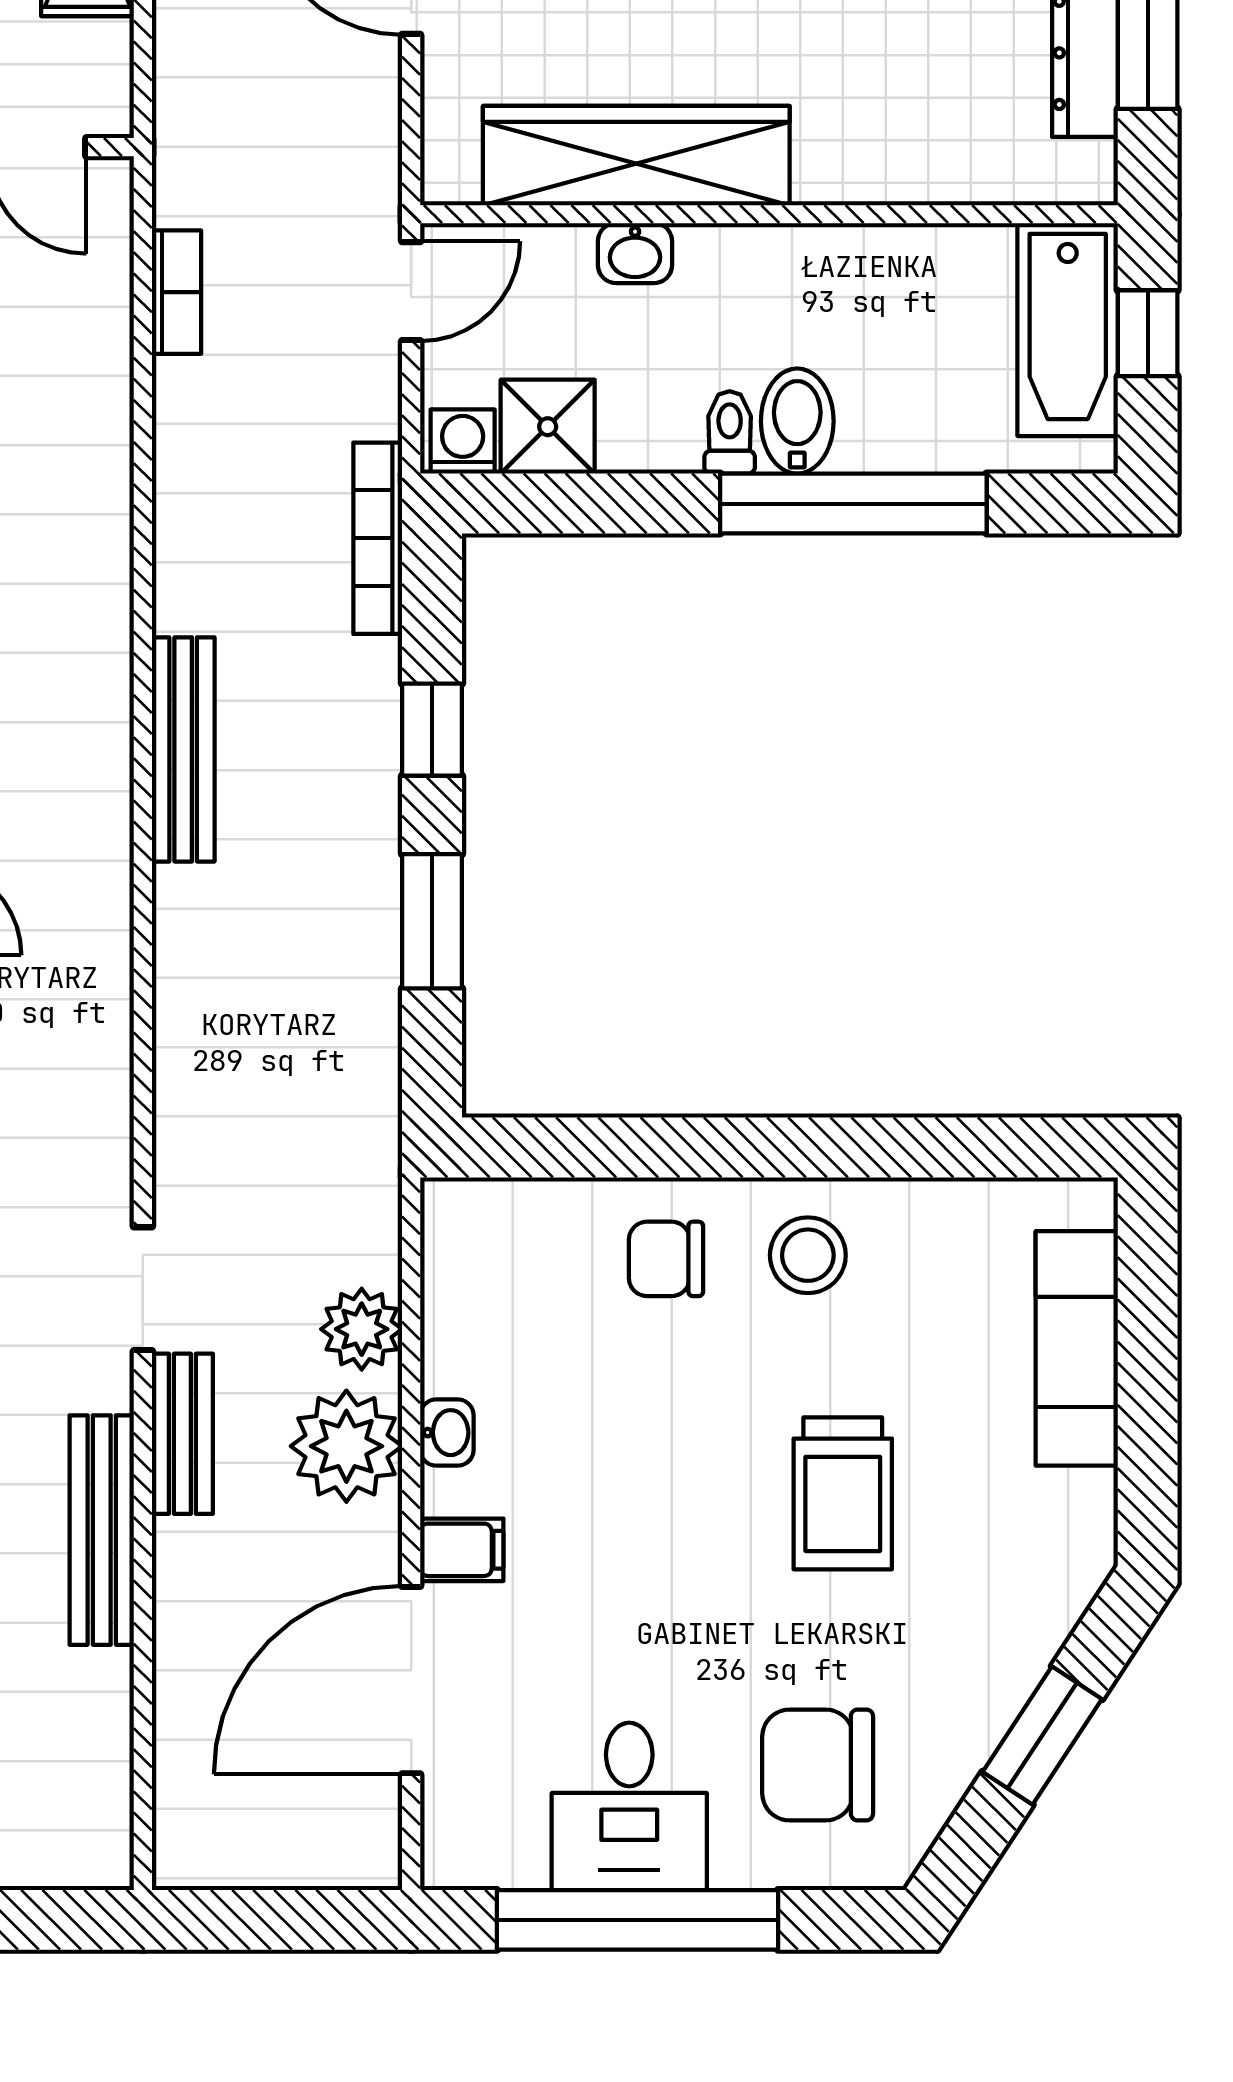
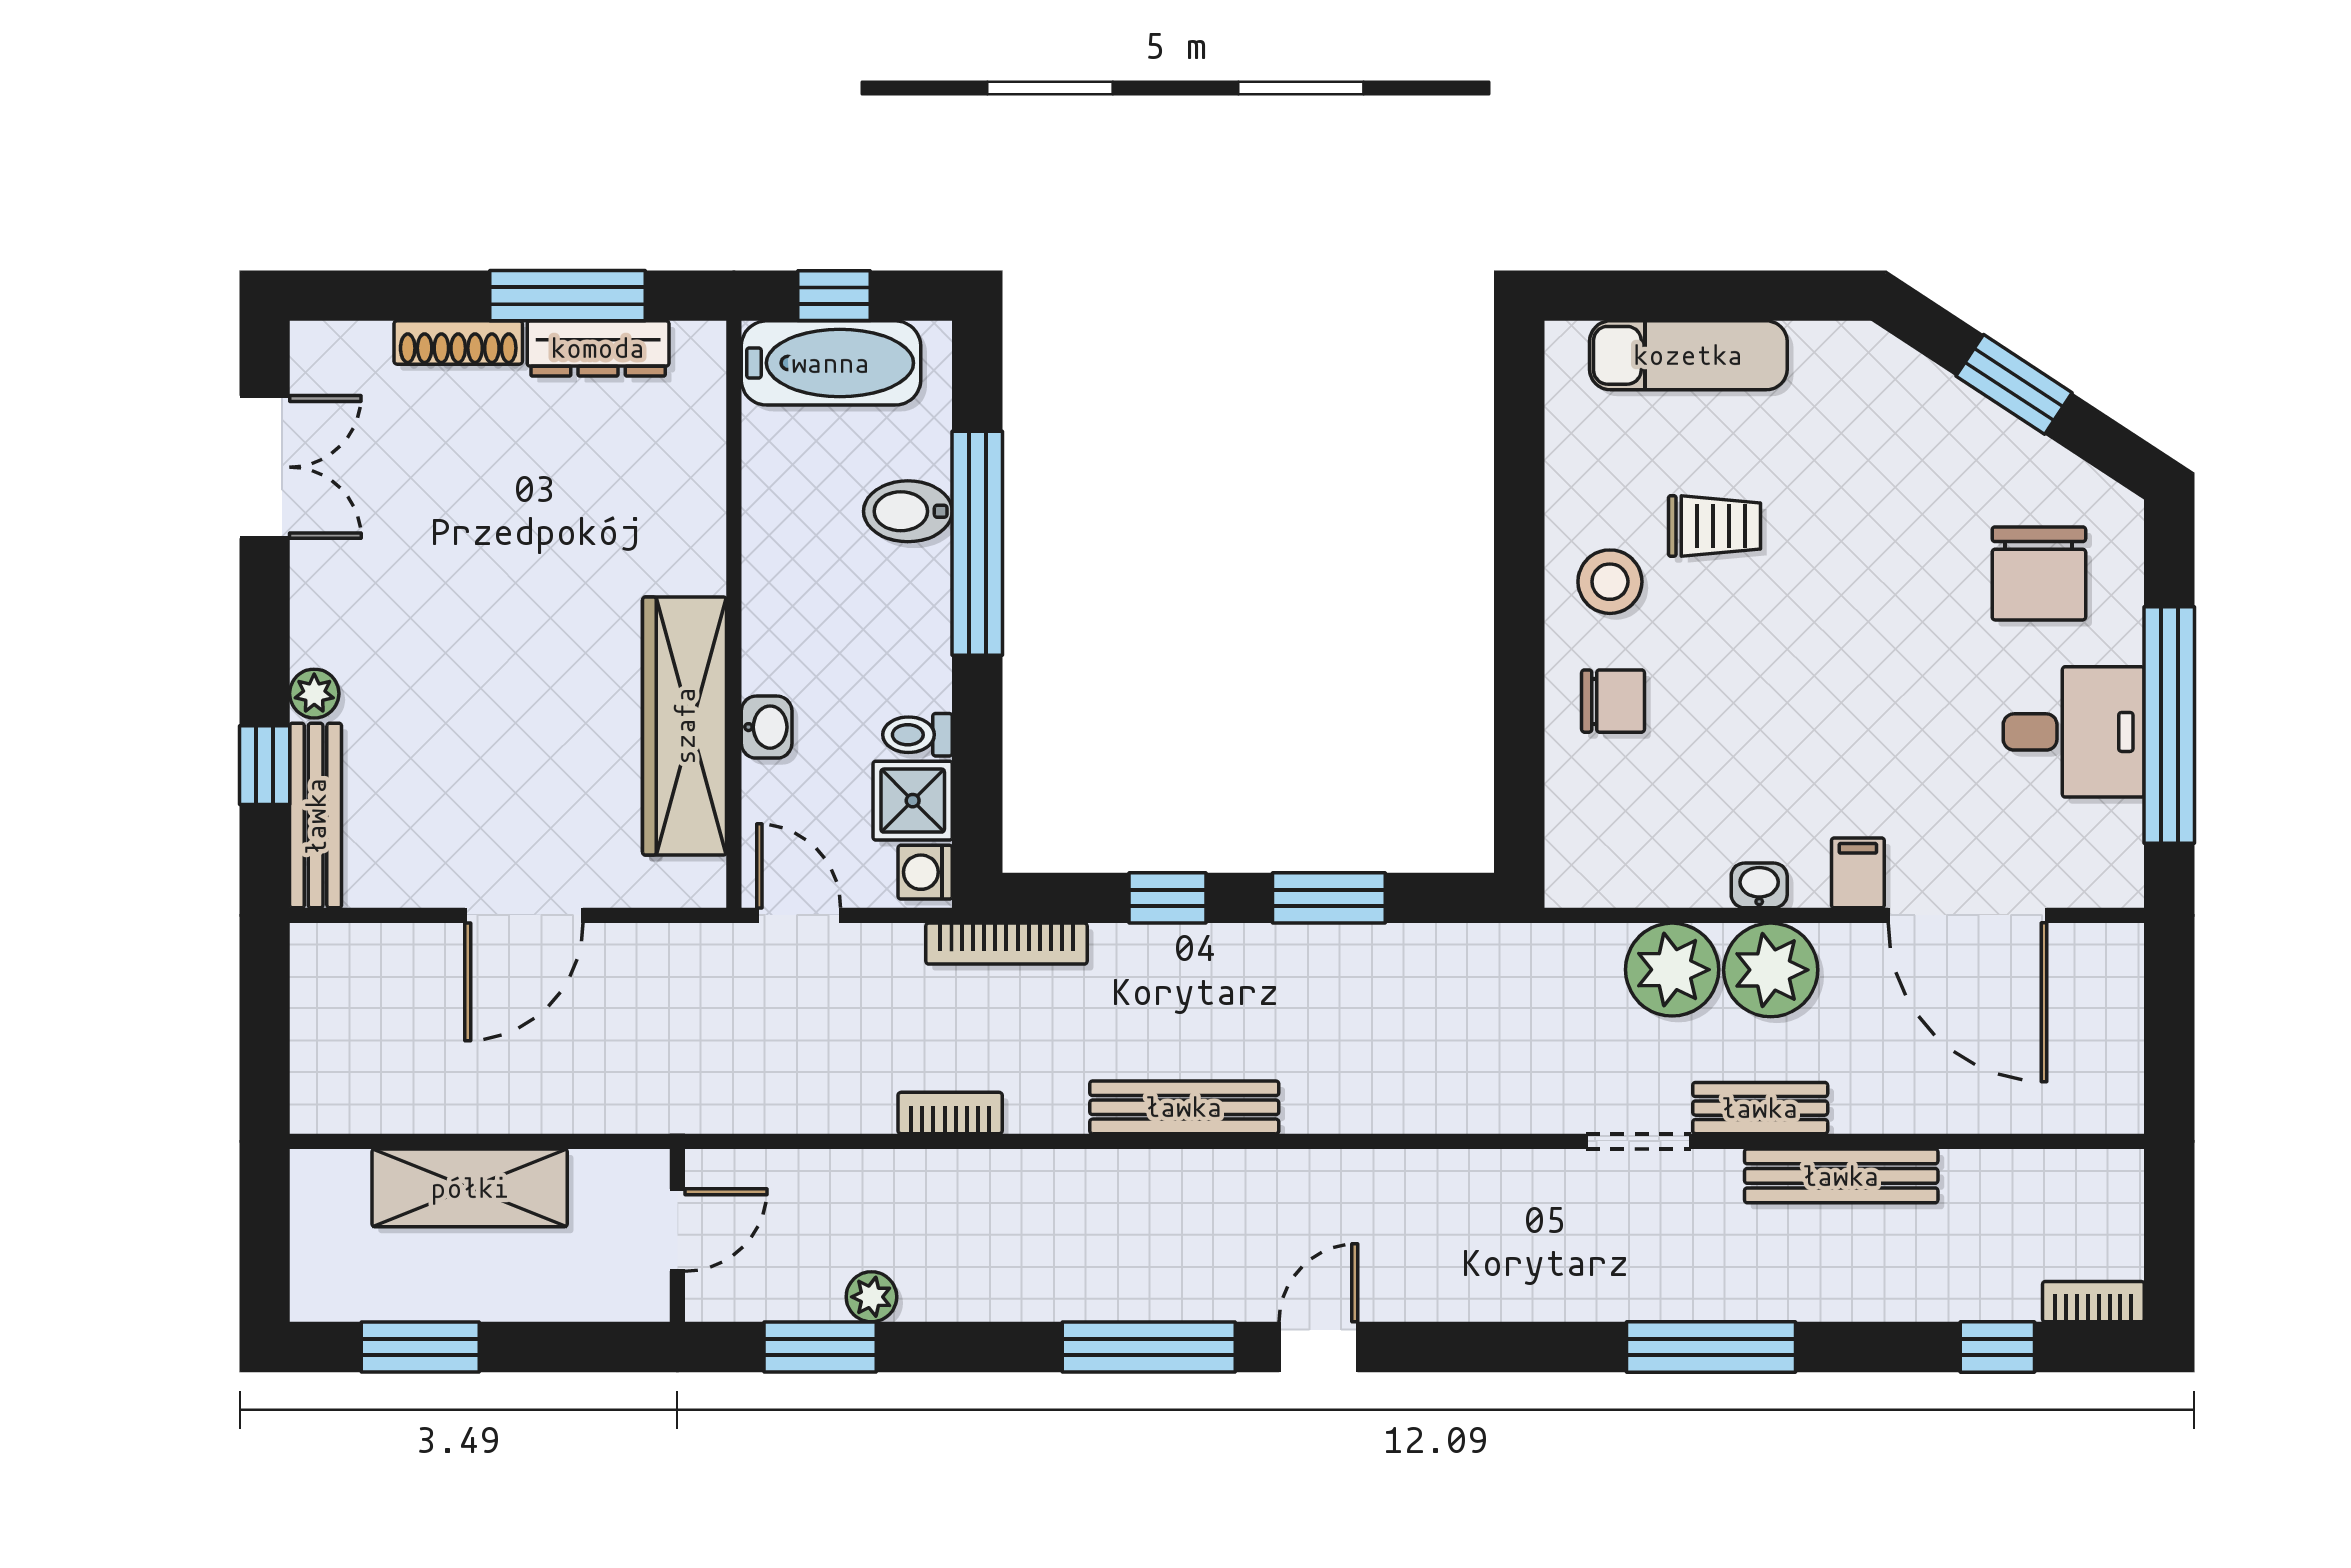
bookcase: (176, 292) -> (950, 1113), moved
bidet: (797, 421) -> (908, 511), moved
toilet: (730, 432) -> (917, 735), moved
chair: (666, 1259) -> (1613, 701), turned -90
plant: (362, 1329) -> (1672, 970), width x1.36, depth x1.36
trolley: (843, 1493) -> (1715, 526), moved, width x0.73, depth x0.72

